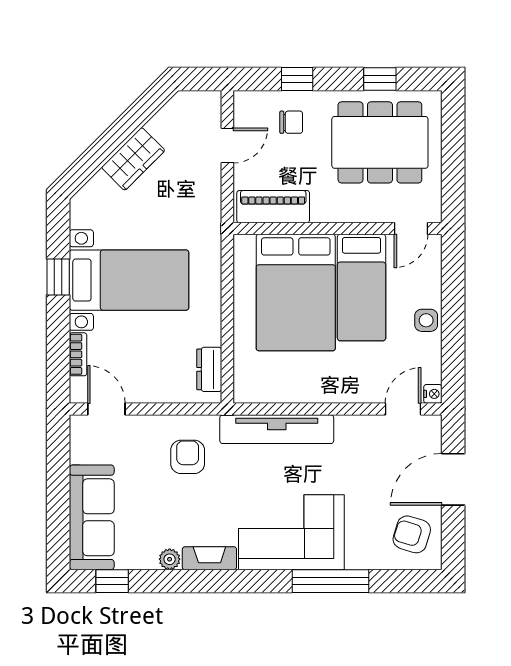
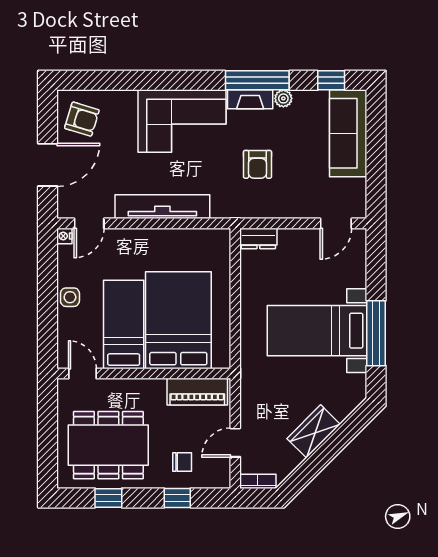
chair: (291, 122) -> (182, 462), turned 180
door: (411, 228) -> (83, 374), hinge flipped
window: (58, 277) -> (376, 333), width x2.17
bookcase: (78, 354) -> (258, 481), moved, turned 90
dresser: (209, 369) -> (258, 238), moved, turned 90
door: (106, 409) -> (336, 223), hinge flipped
tv unit: (277, 429) -> (162, 207), moved
armchair: (188, 457) -> (257, 164), moved
window: (331, 581) -> (257, 80), moved

